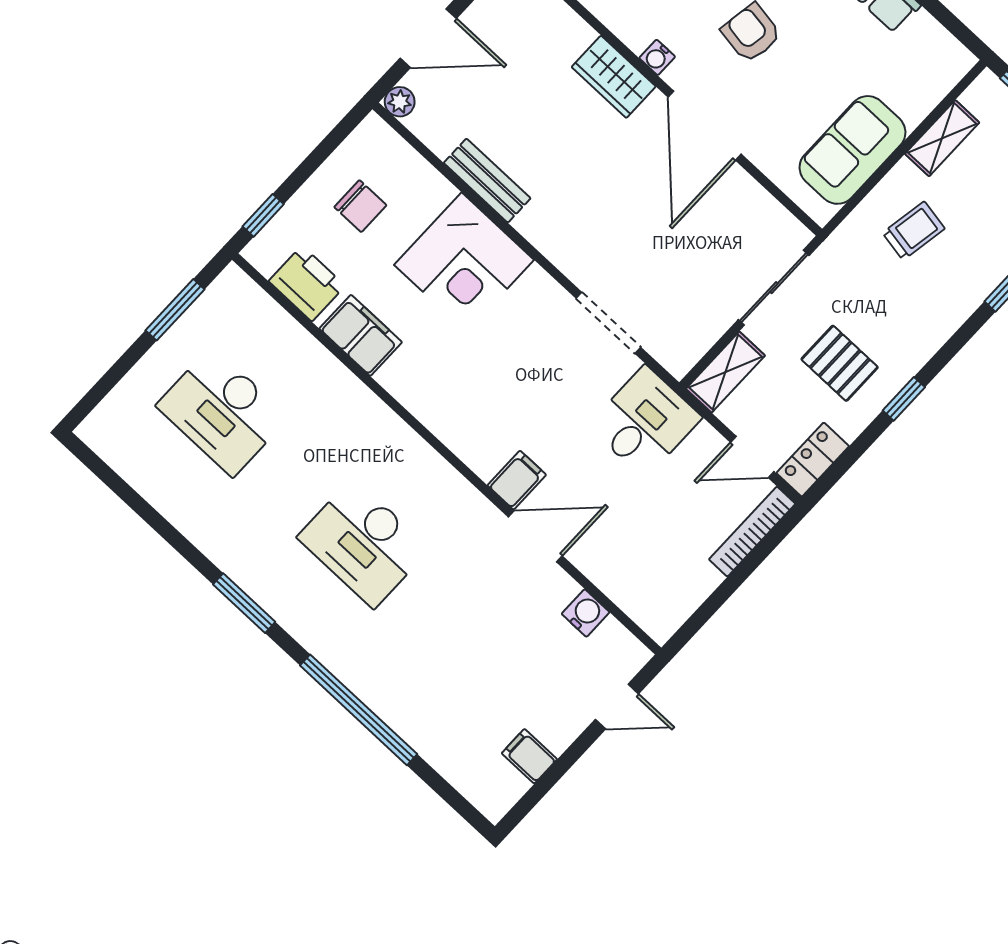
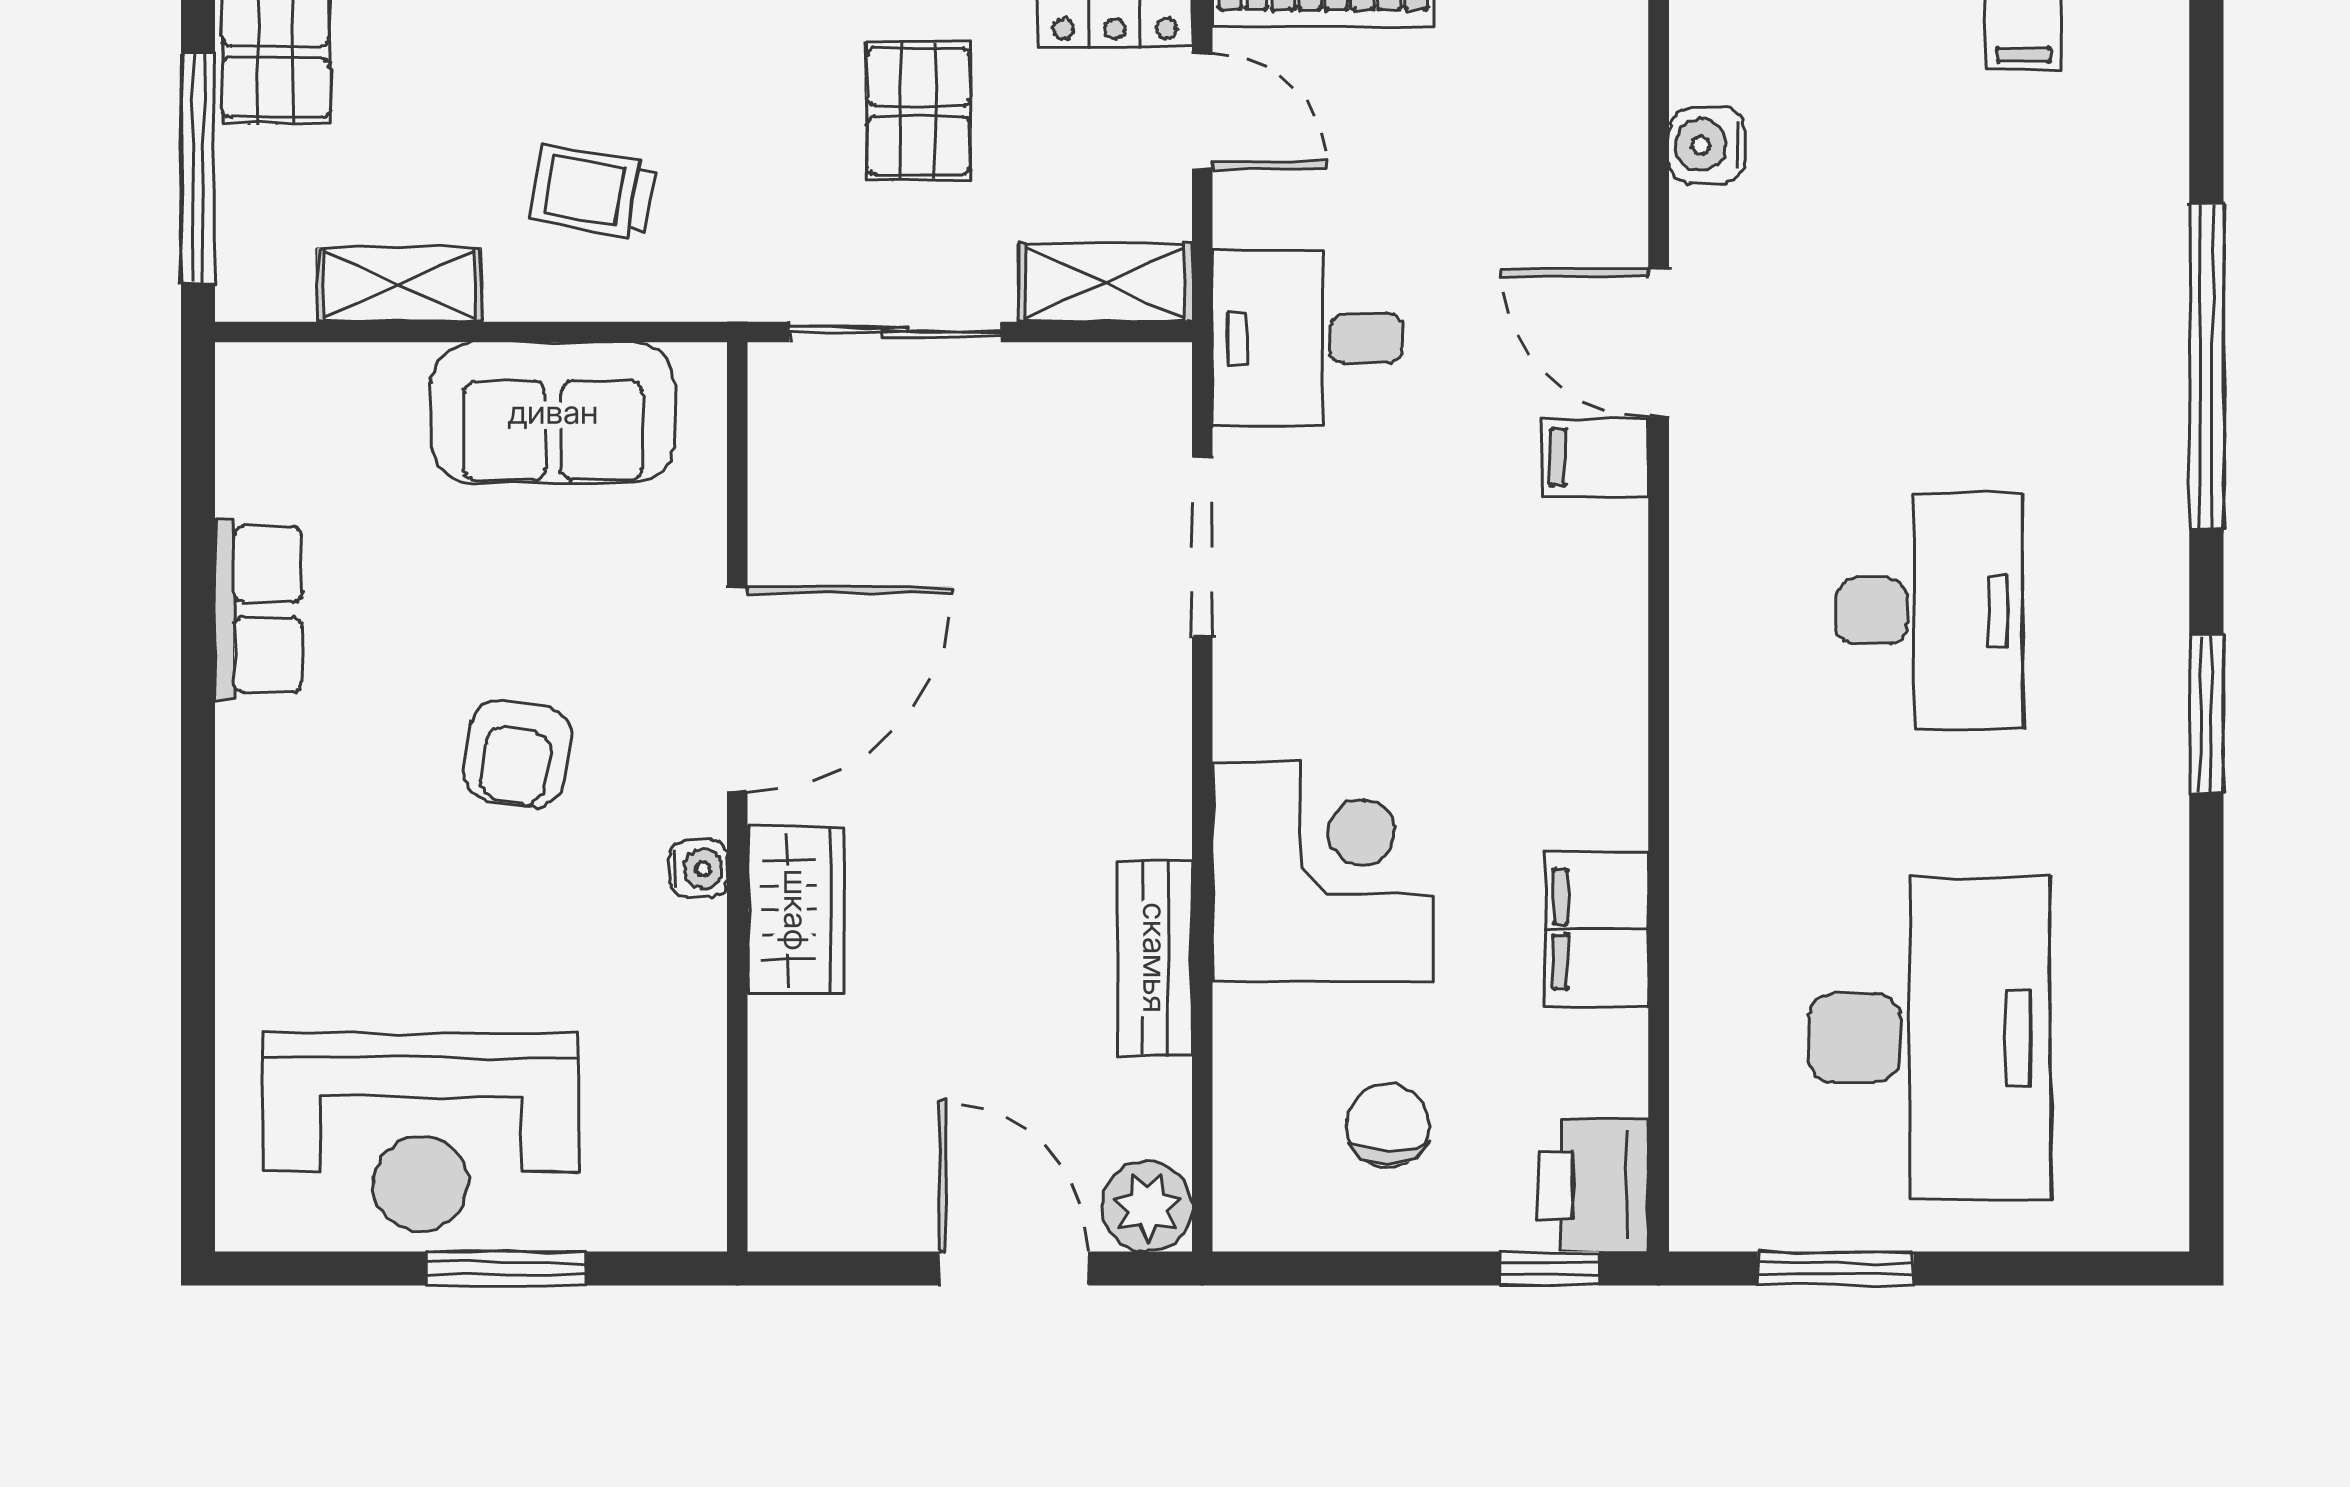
plant: (400, 102) -> (1147, 1206), width x1.38, depth x1.38
printer: (307, 283) -> (1594, 1185), moved
desk: (222, 412) -> (1929, 1038), width x1.36, depth x1.30

